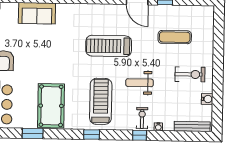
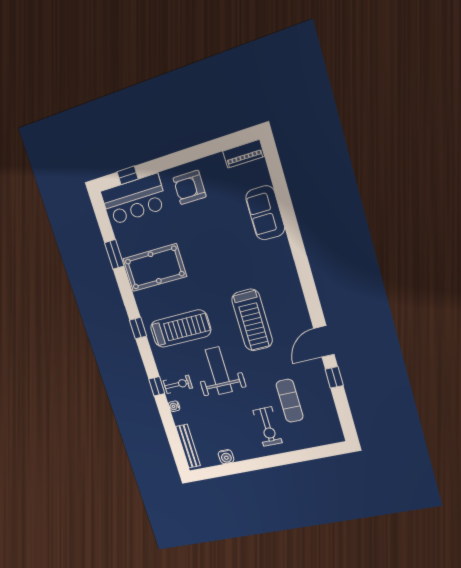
treadmill: (109, 46) -> (252, 320), turned 180
exercise bike: (190, 74) -> (268, 427), moved
weight bench: (140, 83) -> (219, 371), width x1.36, depth x1.33

